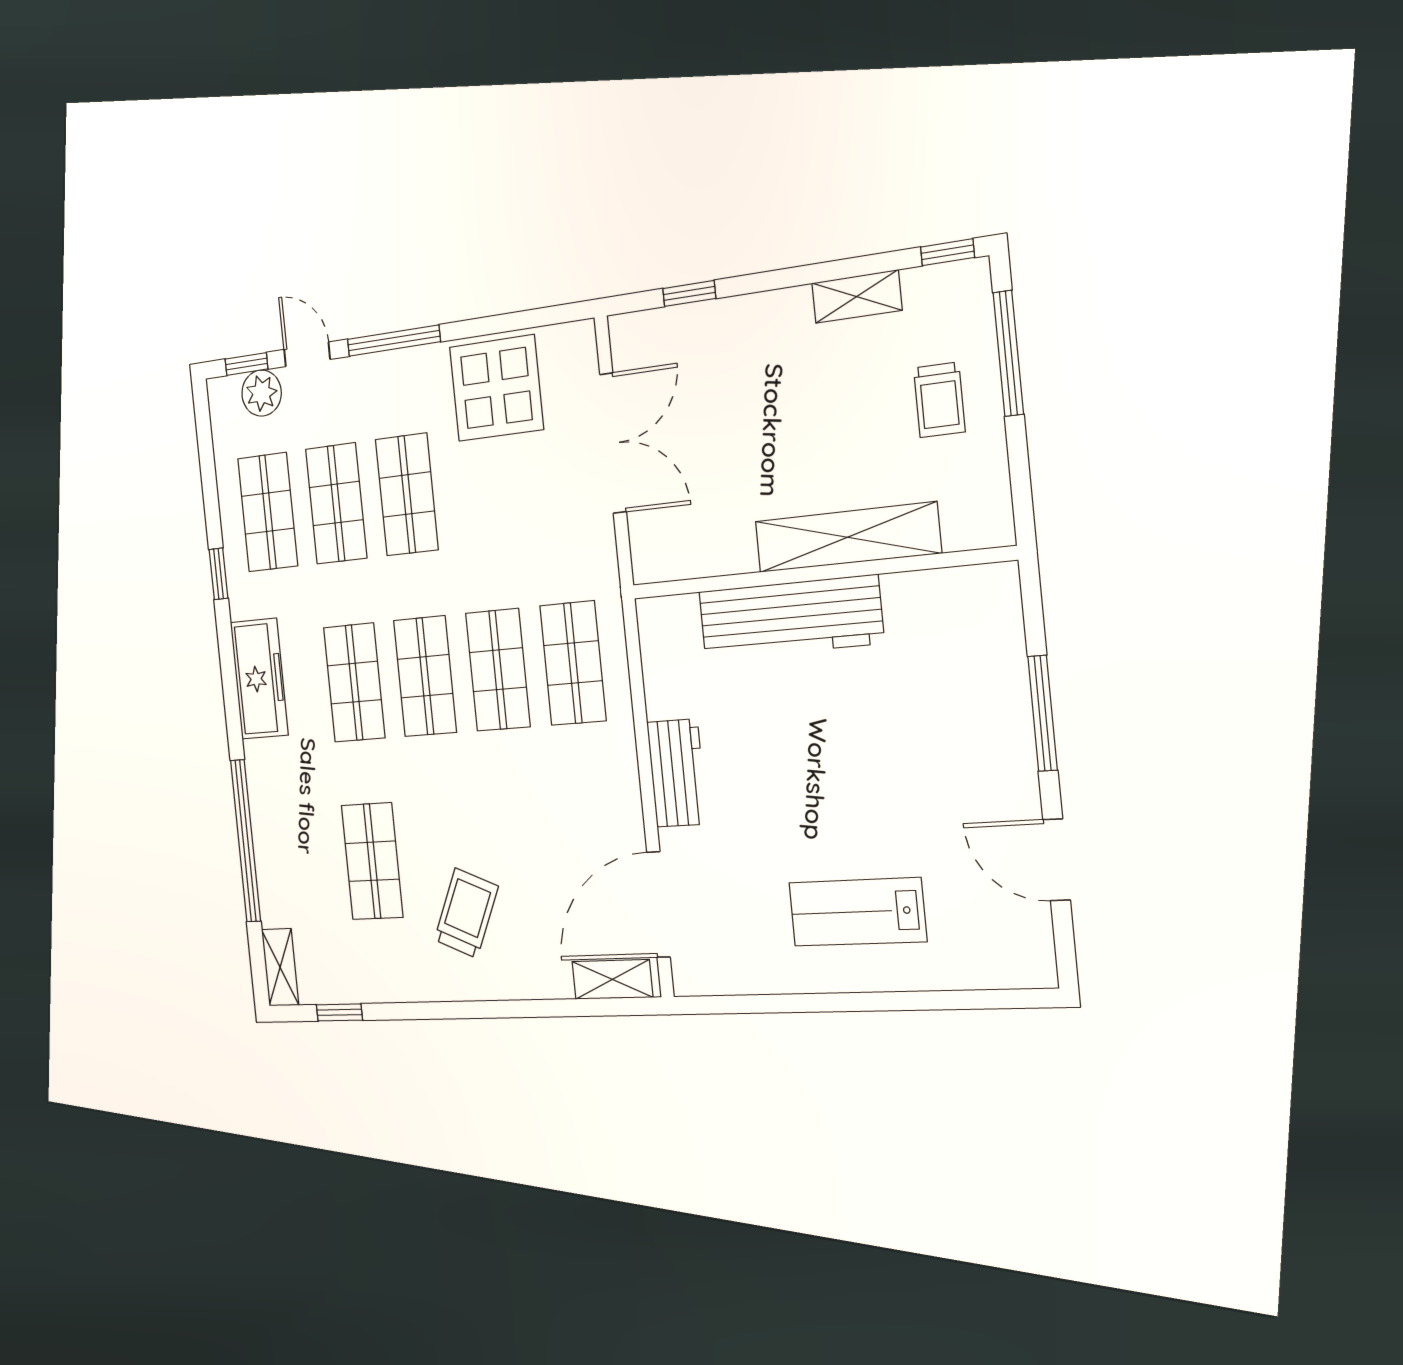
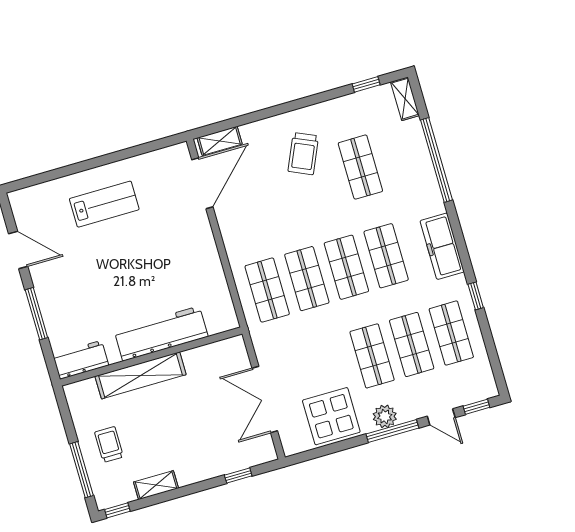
plant: (262, 393) -> (385, 416), moved
workbench: (677, 773) -> (81, 360), moved, turned 90

